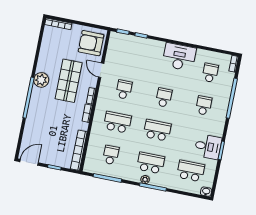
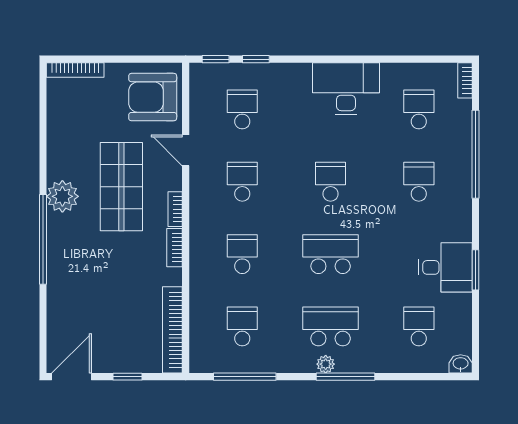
school desk: (130, 57) -> (242, 109), added
school desk: (117, 122) -> (242, 254), width x0.54
school desk: (191, 171) -> (419, 326), width x0.54

